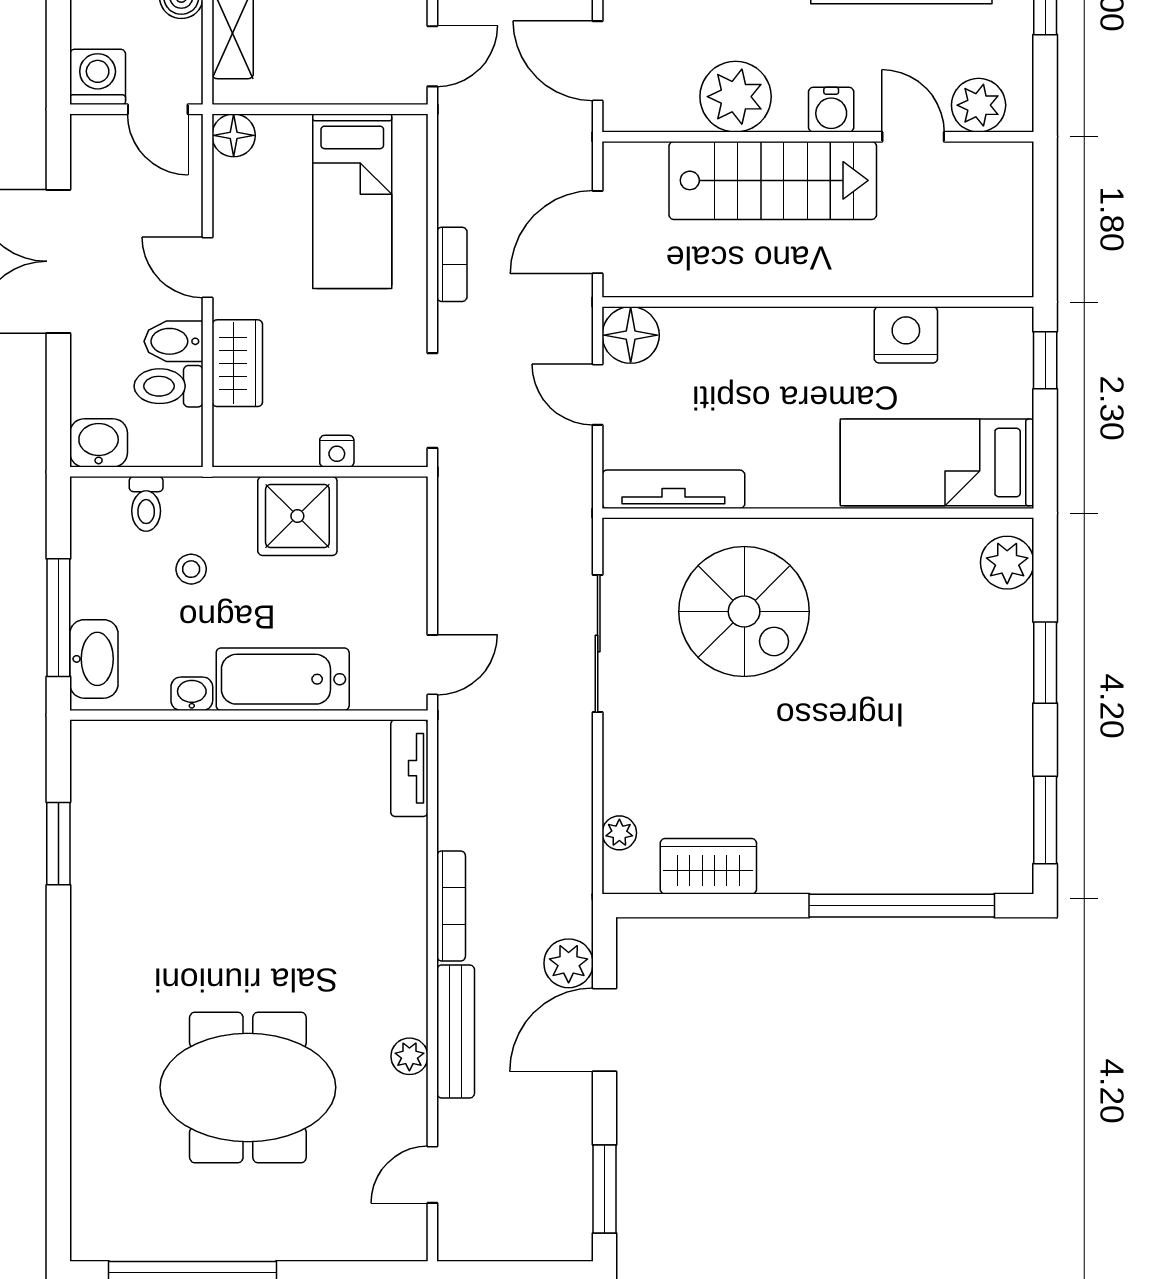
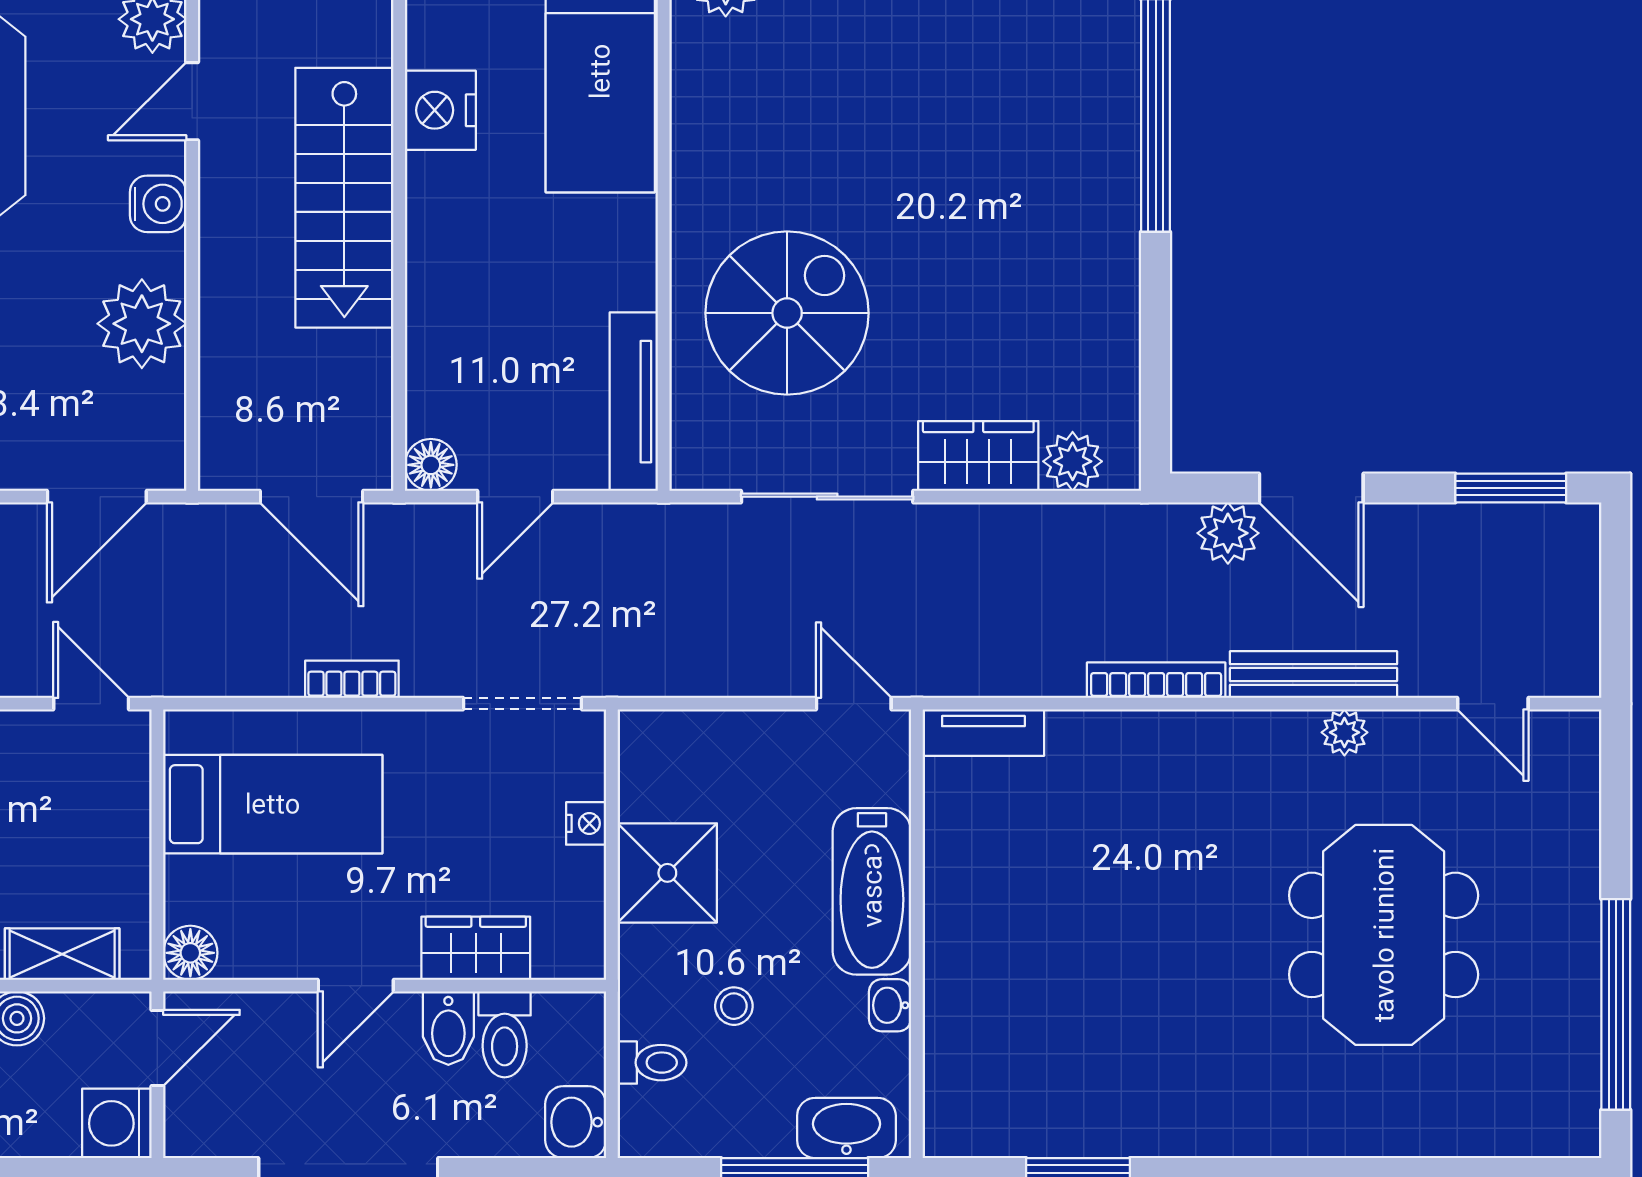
stairs: (773, 180) -> (344, 198), moved, turned 180
floor lamp: (631, 335) -> (431, 465), width x0.73, depth x0.73
plant: (619, 833) -> (1073, 461), width x1.38, depth x1.38
wardrobe: (708, 866) -> (978, 456), moved, turned 90

